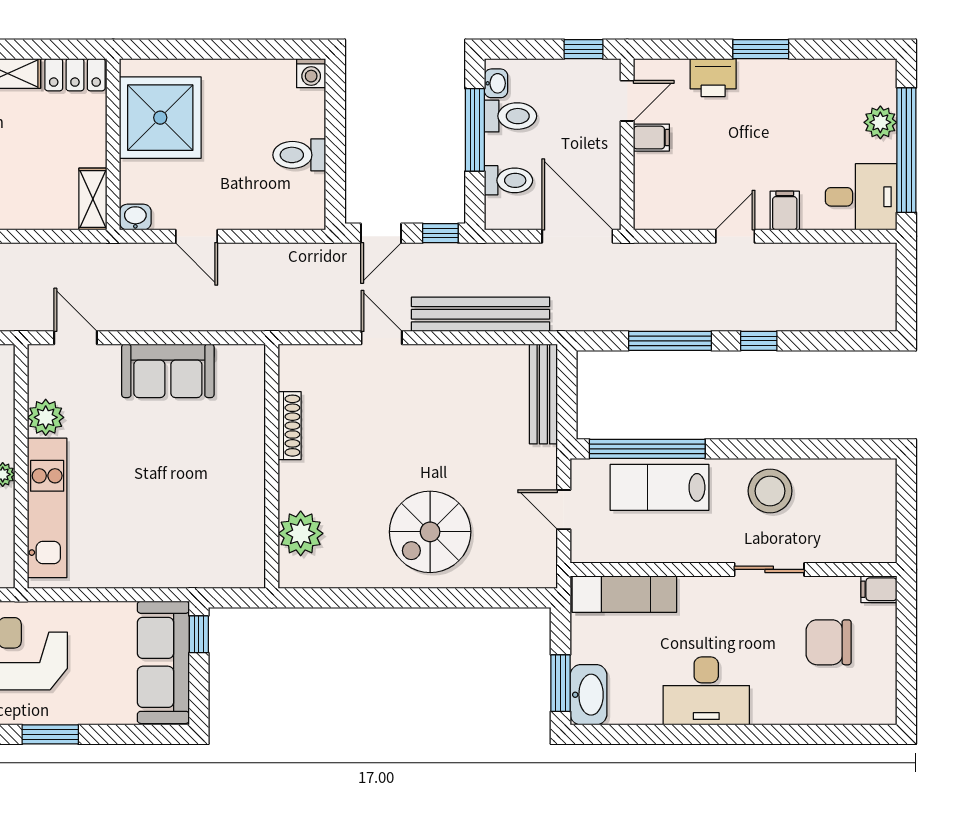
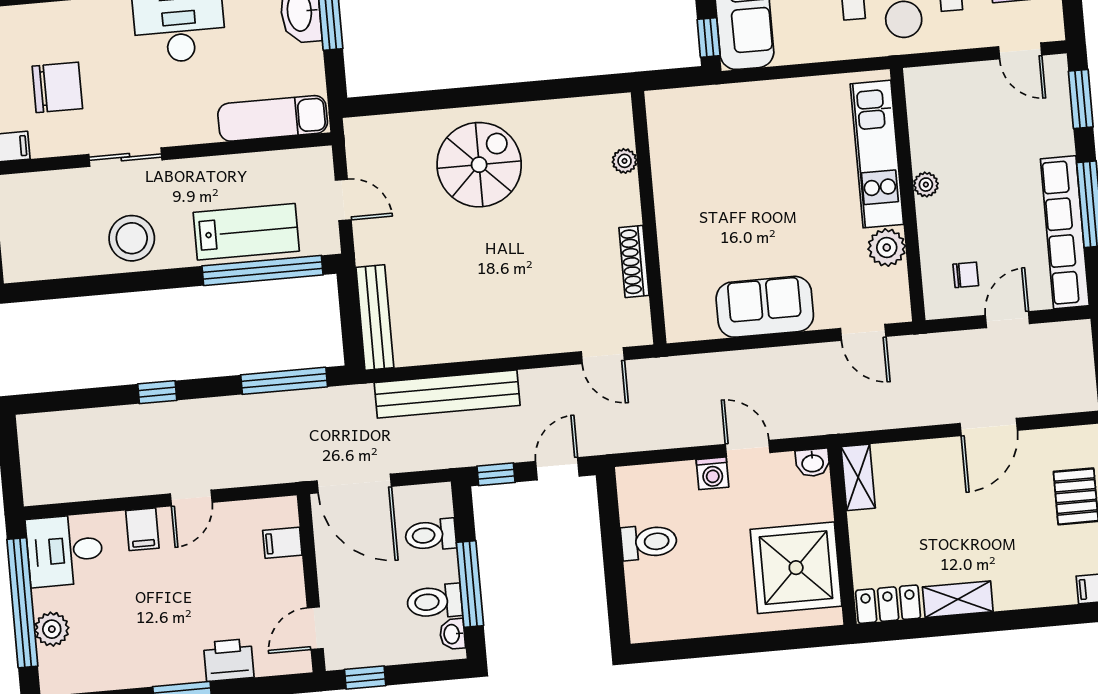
washing machine: (311, 73) -> (712, 473), moved, turned 180
filing cabinet: (651, 138) -> (282, 543), moved
door: (382, 338) -> (603, 356), moved
window: (670, 341) -> (284, 381), moved
plant: (301, 533) -> (625, 161), width x0.53, depth x0.53

